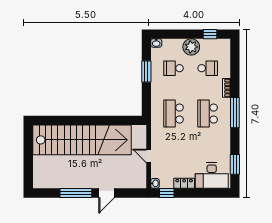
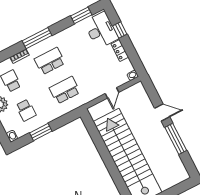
school desk: (174, 114) -> (65, 90), turned 180
school desk: (208, 114) -> (50, 61), turned 180
window: (167, 193) -> (120, 30), moved

